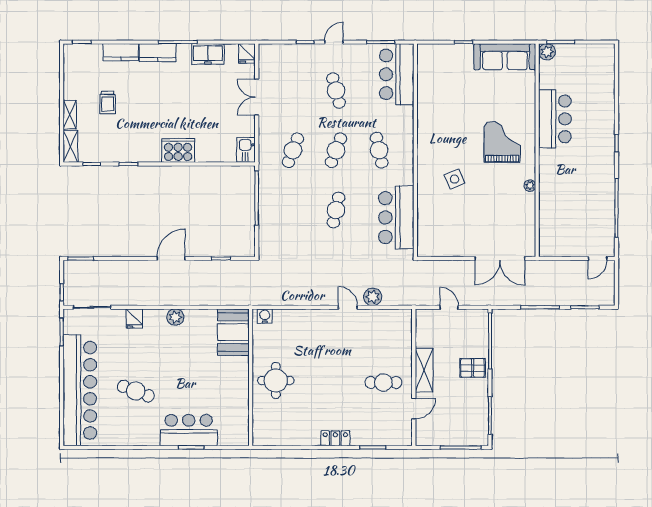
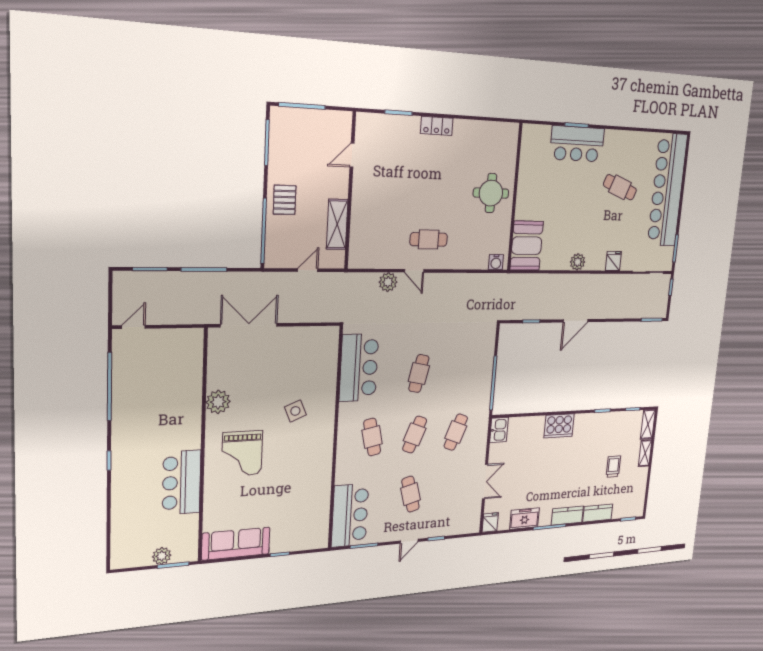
plant: (547, 52) -> (162, 556), moved
plant: (530, 186) -> (218, 402), width x1.88, depth x1.88
door: (449, 307) -> (308, 270), swing flipped
pallet: (473, 368) -> (285, 200), turned 90
shelving: (424, 370) -> (337, 224), moved
cafe table: (383, 382) -> (429, 239), moved

